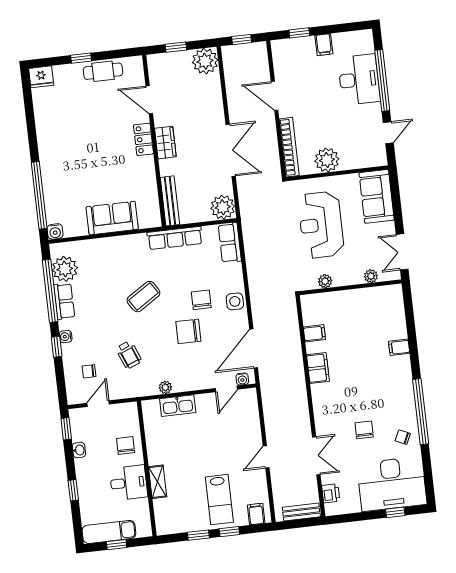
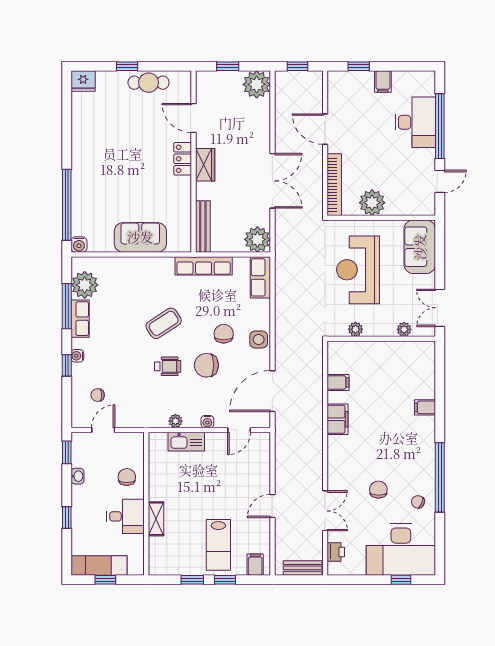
window: (50, 291) -> (67, 306), width x0.68
wheelchair: (129, 355) -> (168, 366), moved, turned -68
water cooler: (242, 379) -> (207, 422), moved

